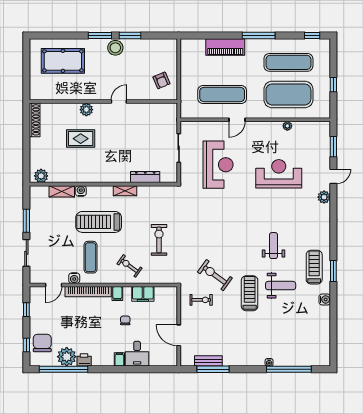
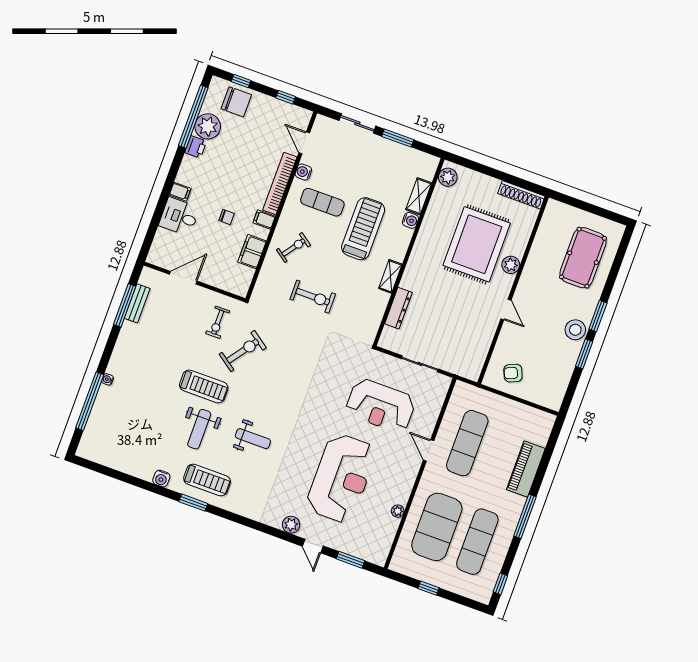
rug: (81, 139) -> (477, 244), width x1.86, depth x2.06
reception desk: (279, 174) -> (341, 478), width x1.36, depth x1.30

